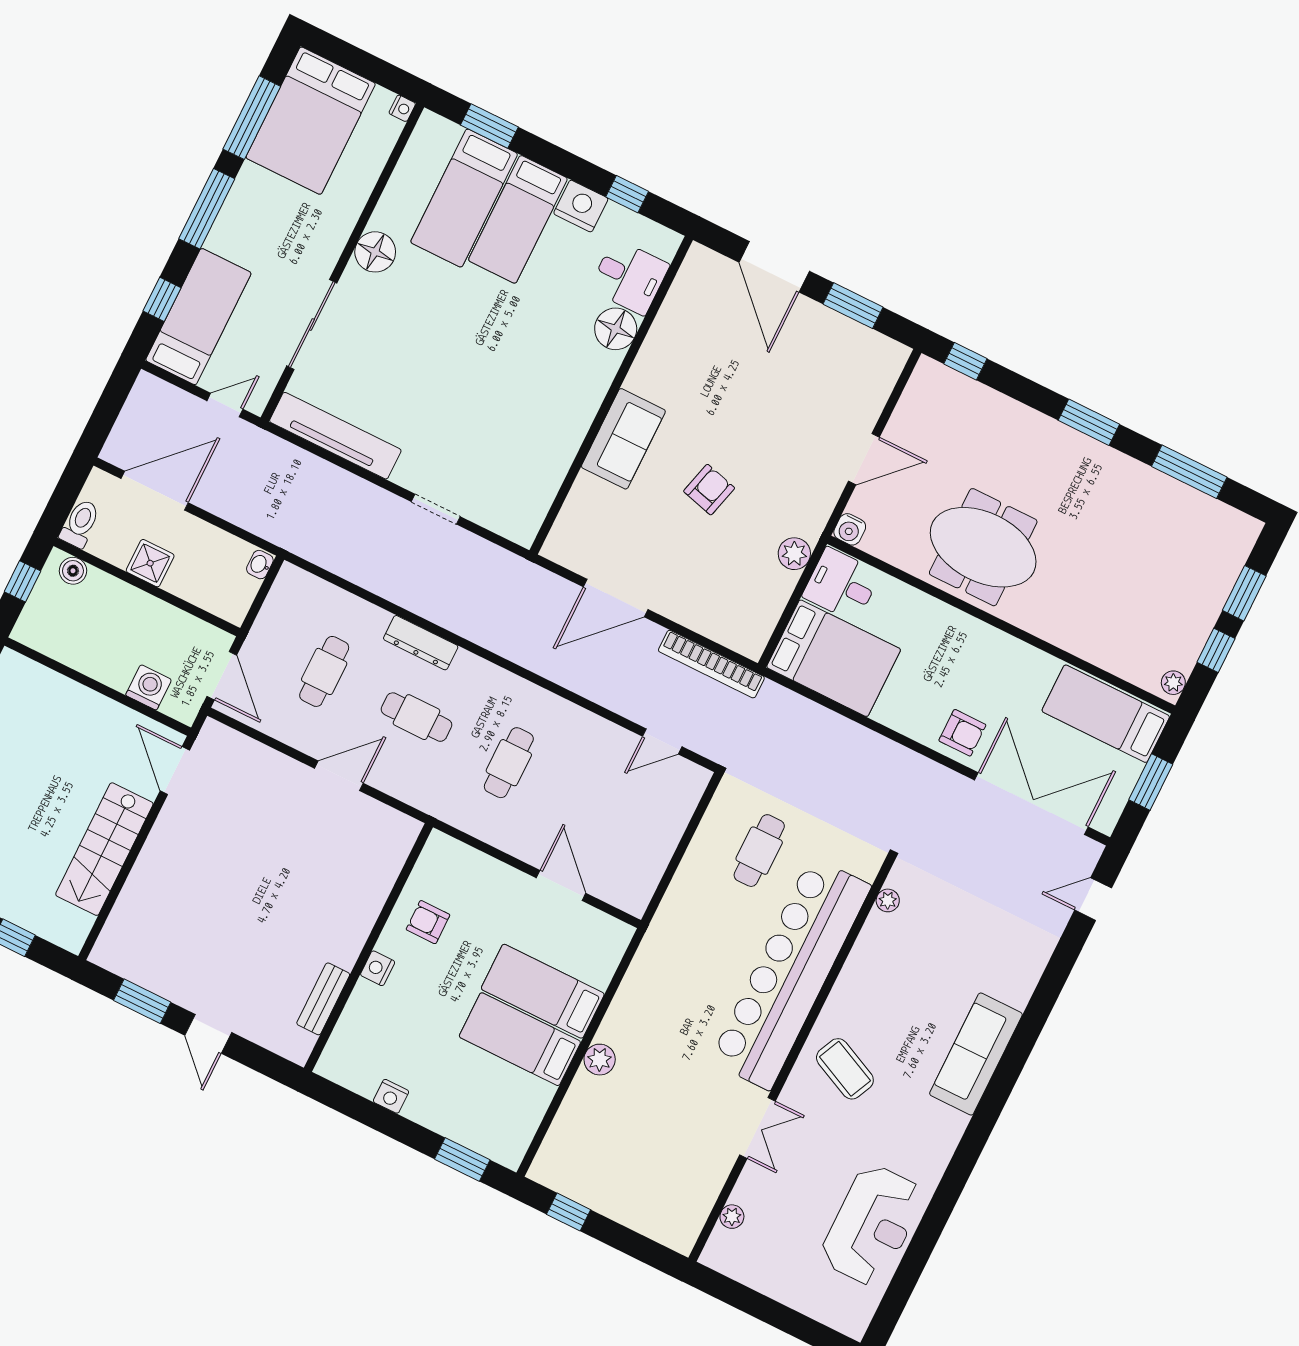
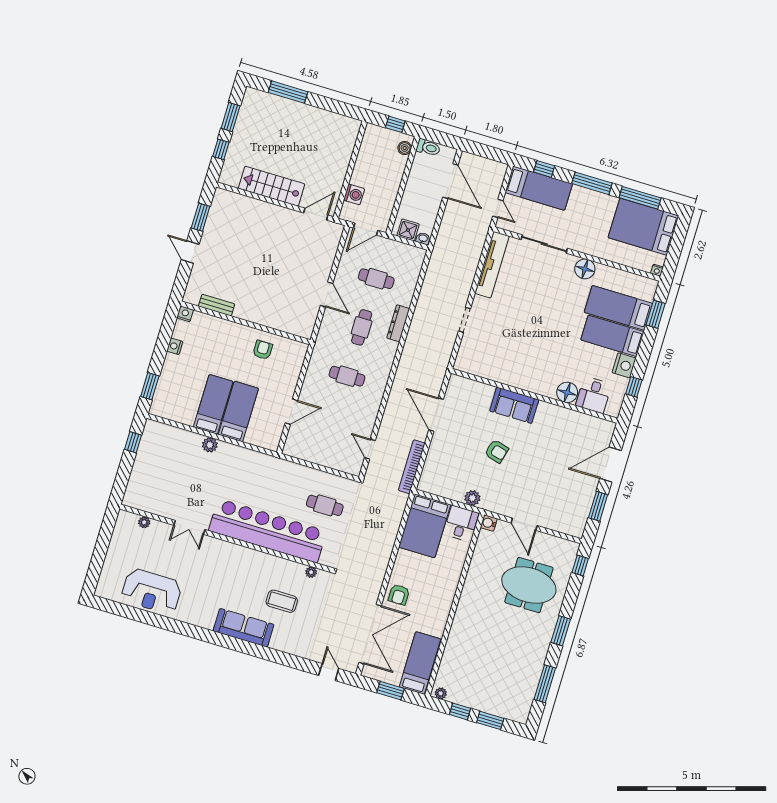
meeting table: (983, 547) -> (529, 585), moved, turned 90
shower: (150, 563) -> (408, 230), moved
nightstand: (378, 968) -> (185, 314), moved
door: (208, 1034) -> (190, 252), hinge flipped
coffee table: (845, 1069) -> (282, 601), moved, turned 65

